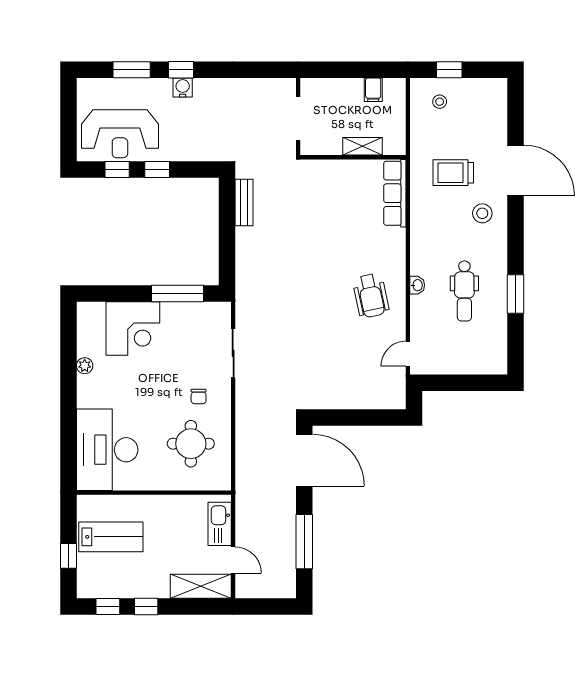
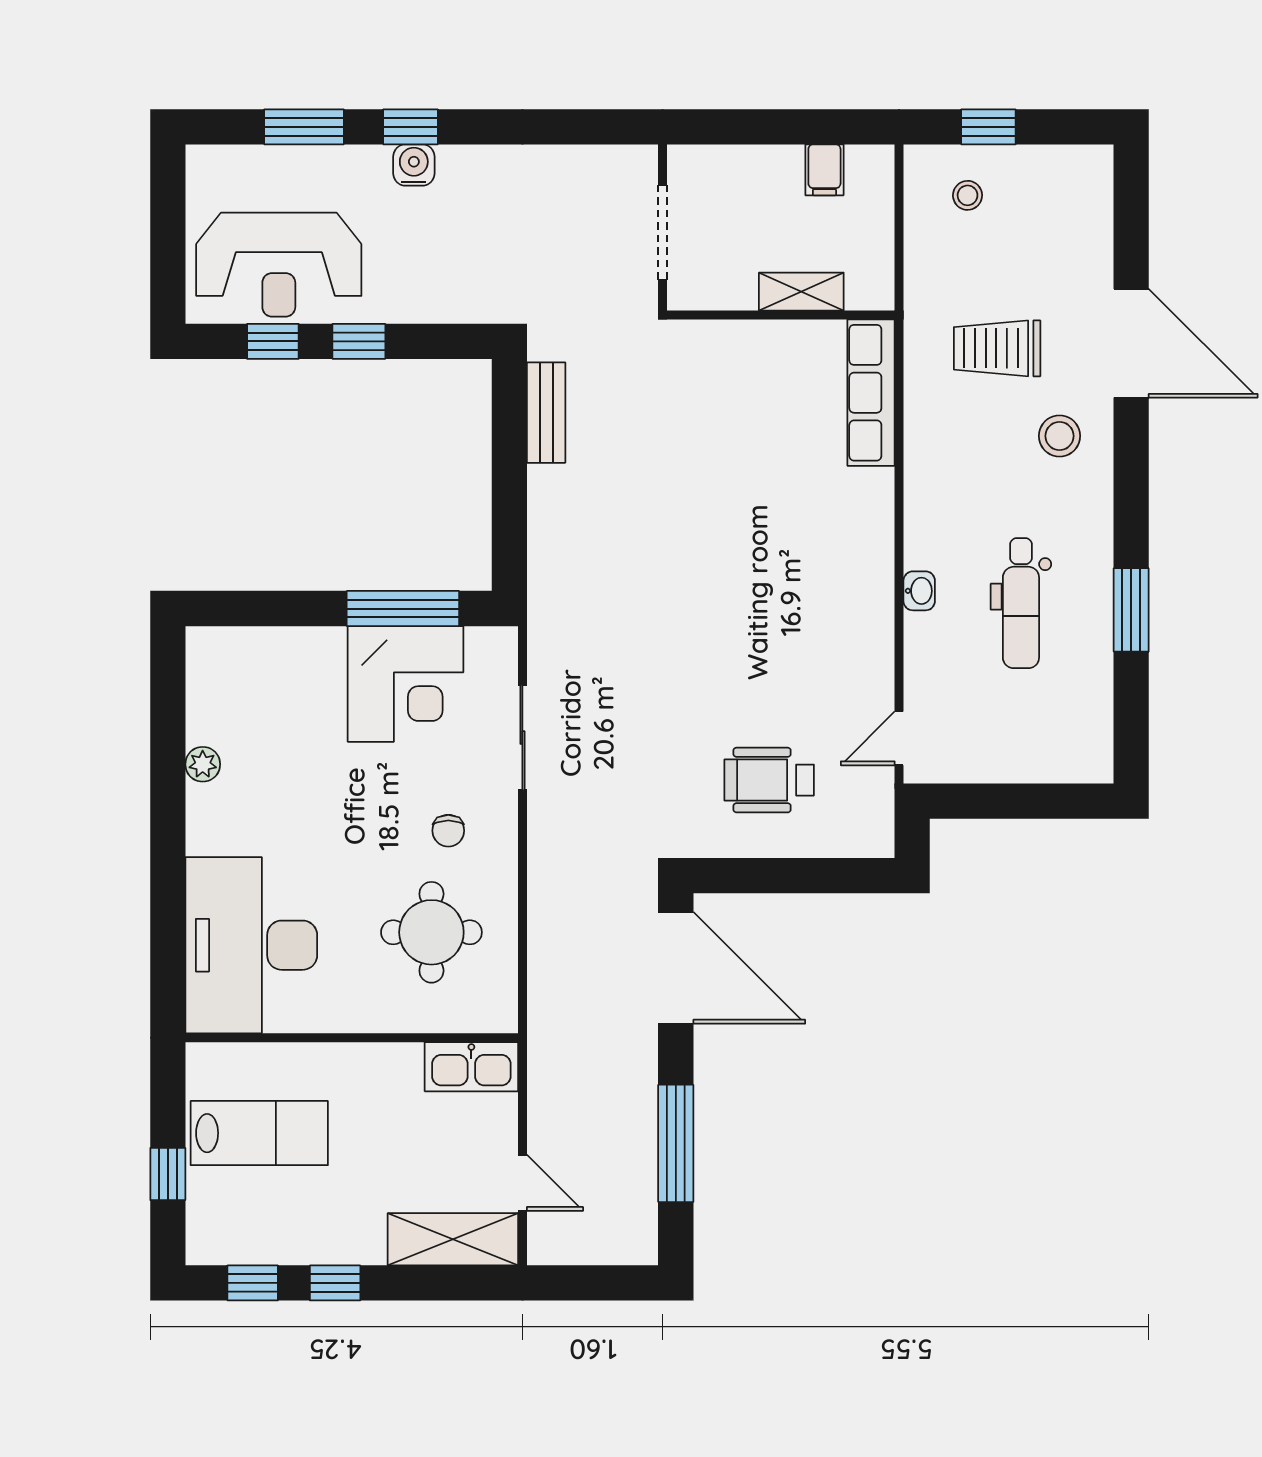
wheelchair: (371, 296) -> (769, 780), moved, turned 102
corner desk: (133, 328) -> (406, 684), moved
kitchen sink: (220, 524) -> (471, 1067), moved, turned -90

